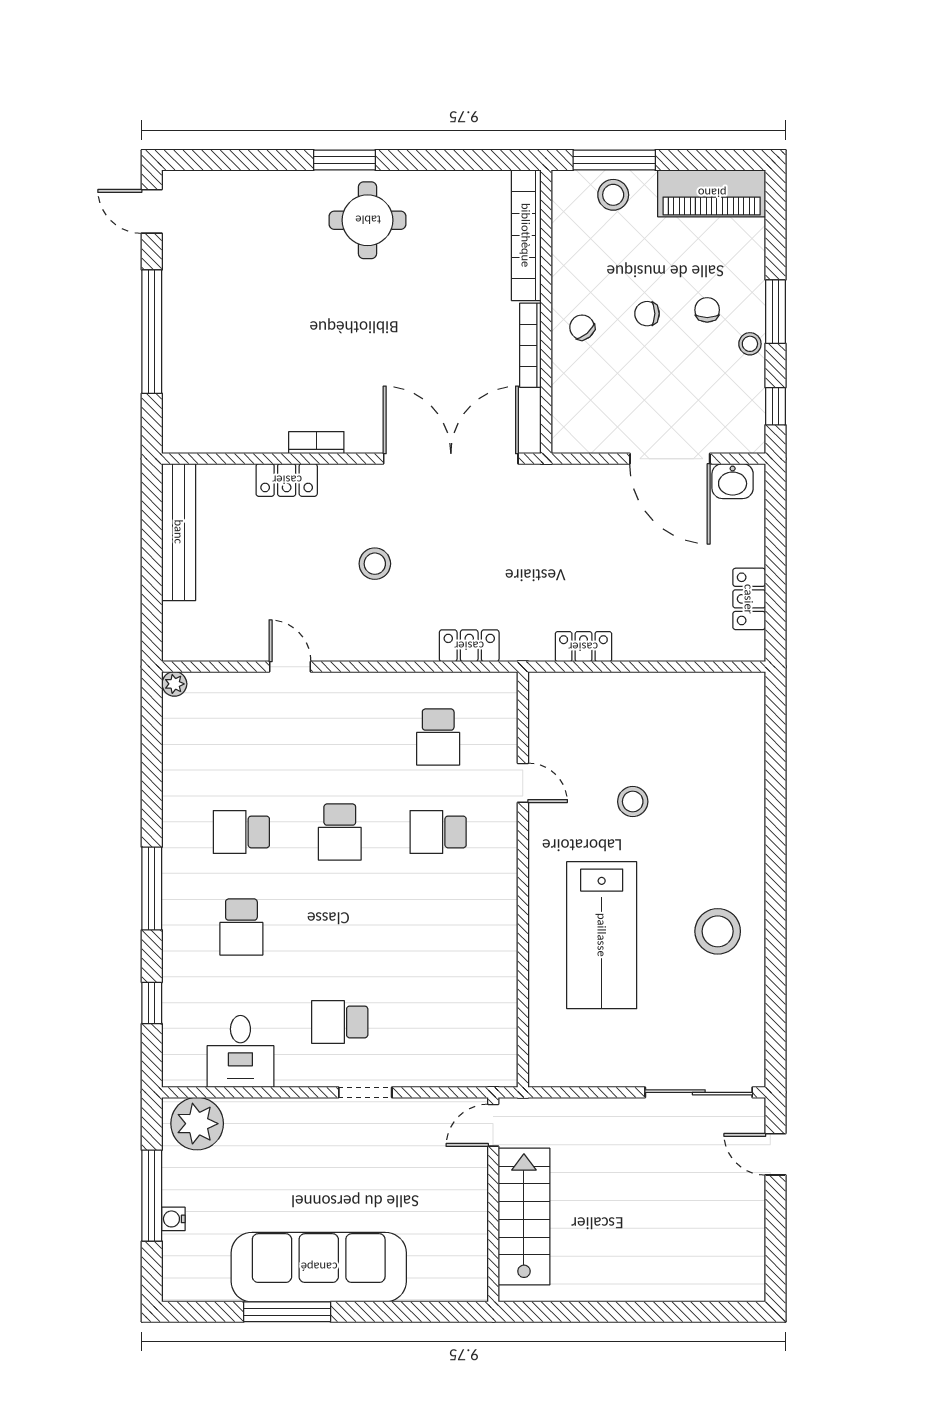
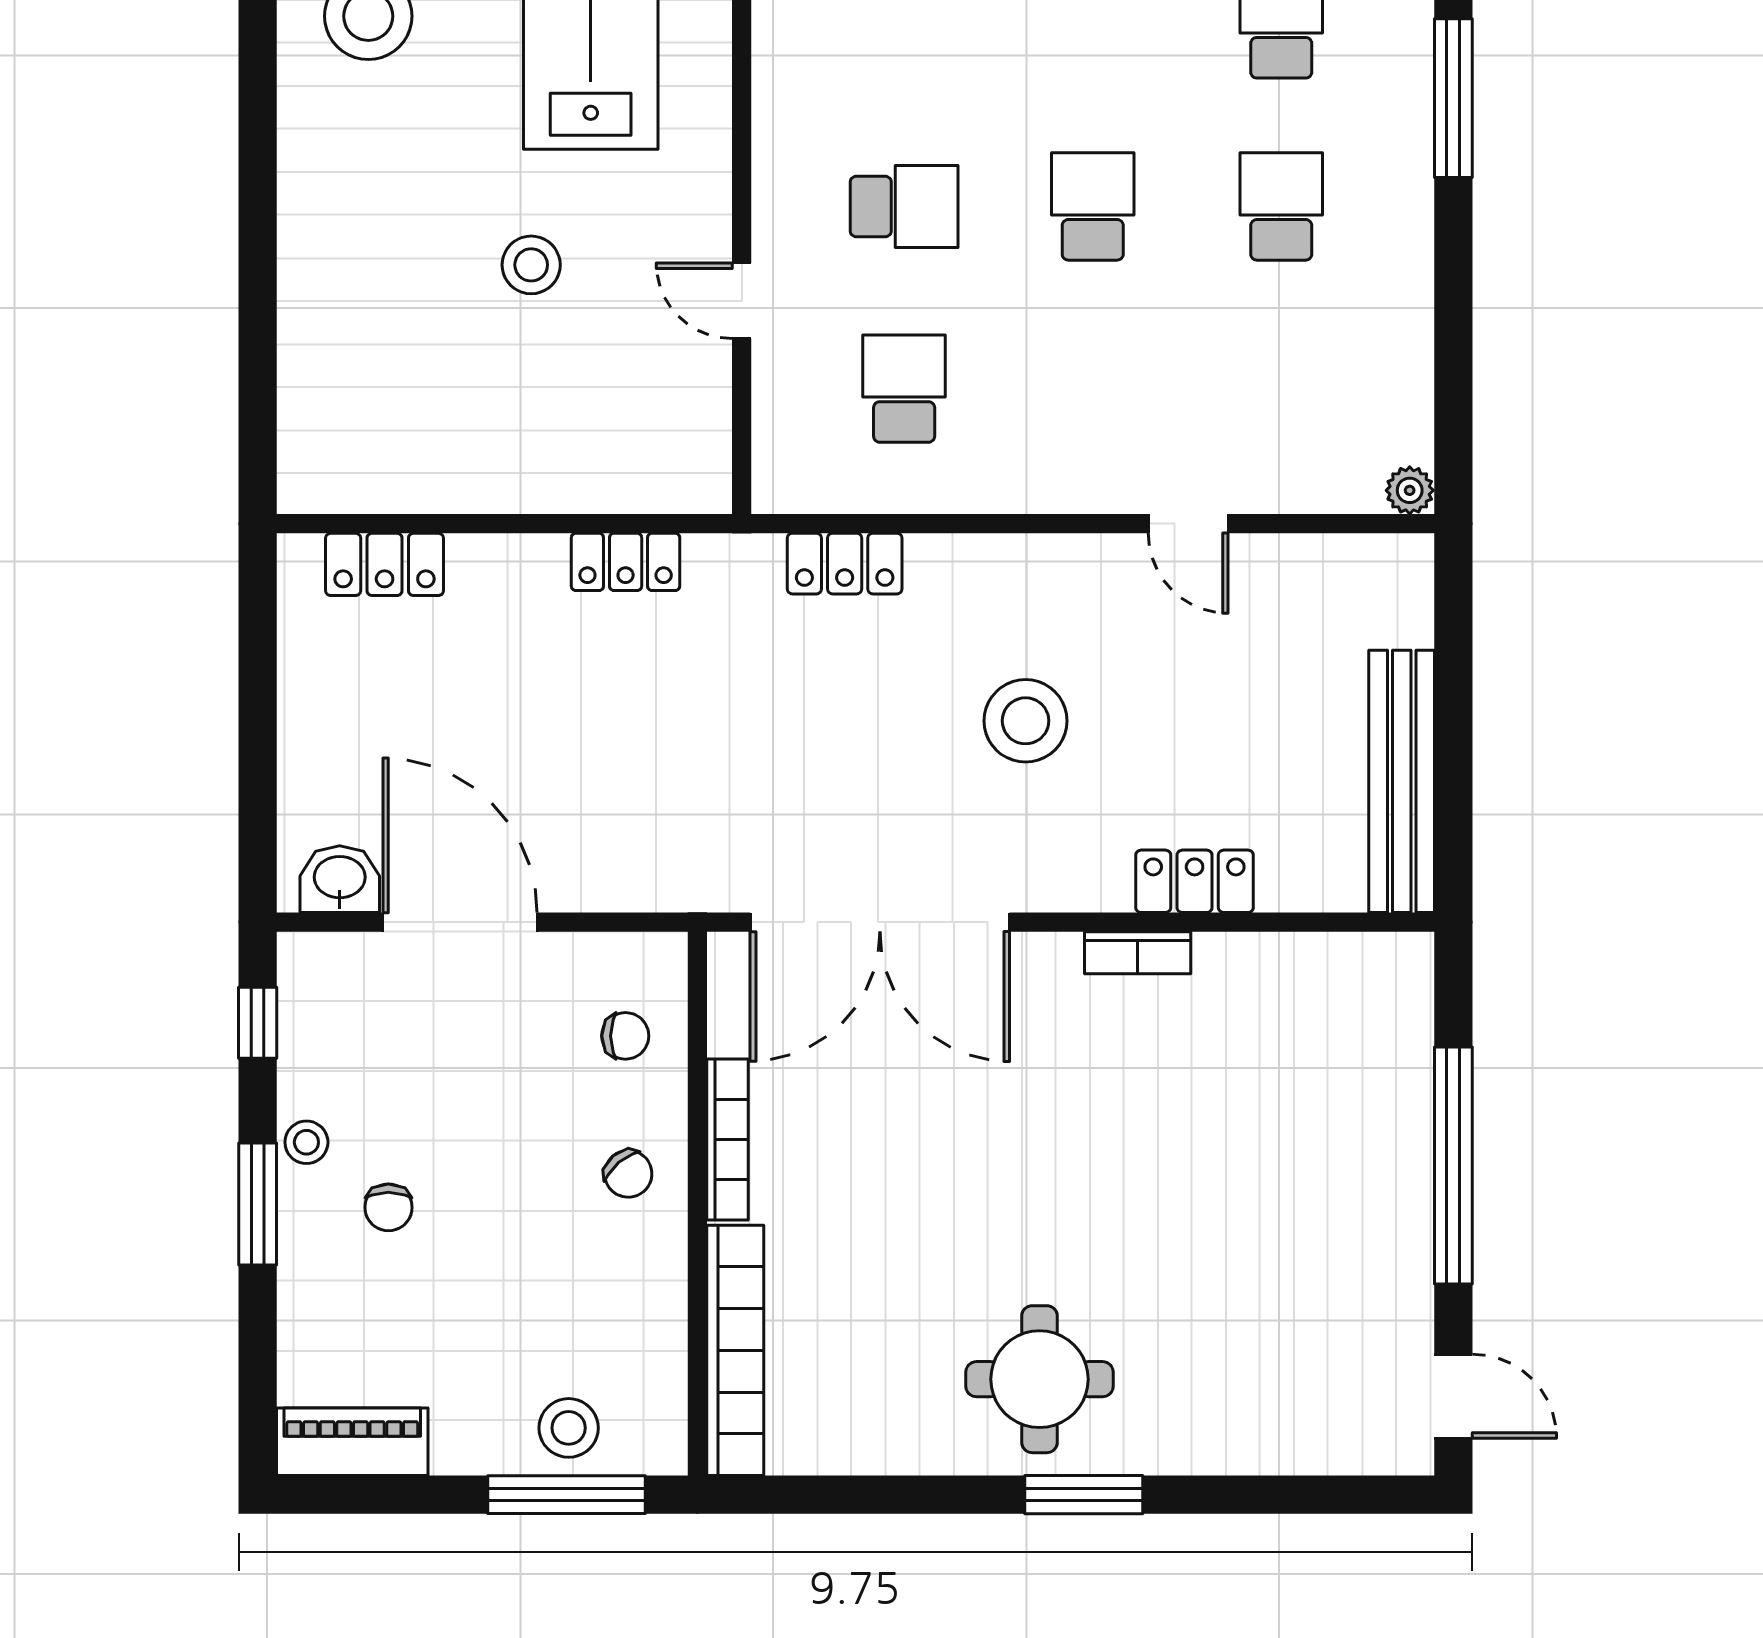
piano: (712, 193) -> (352, 1442), width x0.73, depth x0.75
chair: (647, 314) -> (625, 1036), moved
stool: (375, 564) -> (1026, 721), width x1.38, depth x1.38
locker: (749, 599) -> (385, 564), moved, turned 90
school desk: (241, 832) -> (1281, 207), turned -90

